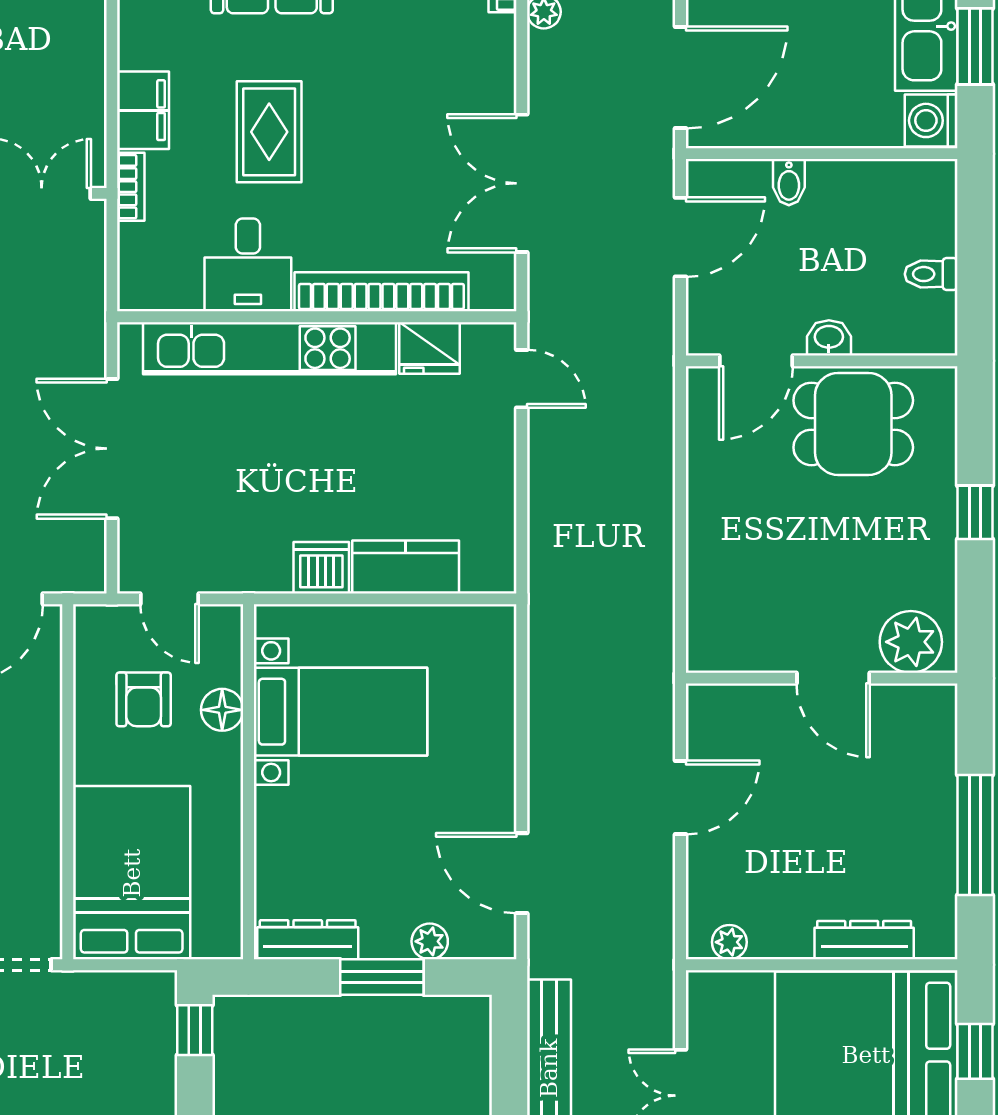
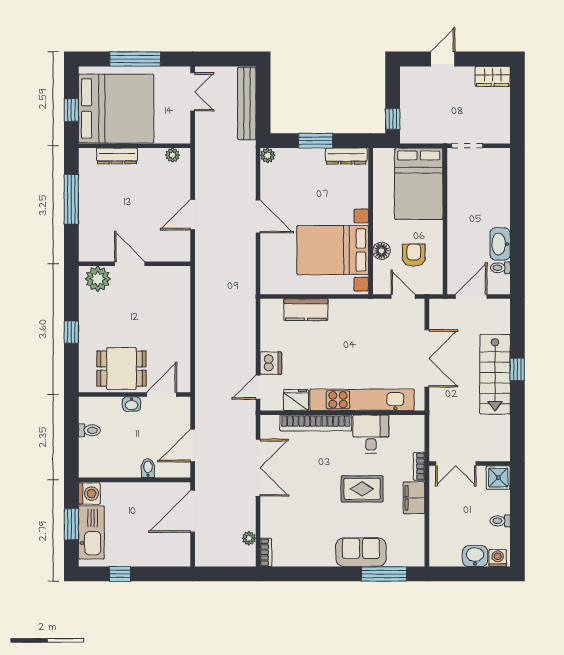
rug: (269, 132) -> (362, 489), turned 90
door: (522, 379) -> (258, 387), hinge flipped
dishwasher: (321, 568) -> (271, 363), moved, turned -90
bed with nightstands: (340, 712) -> (333, 250), width x1.36
door: (522, 873) -> (258, 216), moved
plant: (430, 941) -> (268, 155), moved

